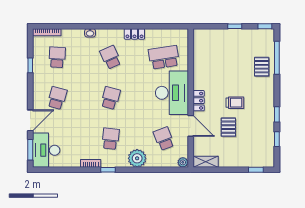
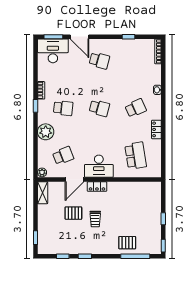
school desk: (57, 57) -> (136, 61), removed
desk: (172, 93) -> (99, 166), width x0.73, depth x0.77

